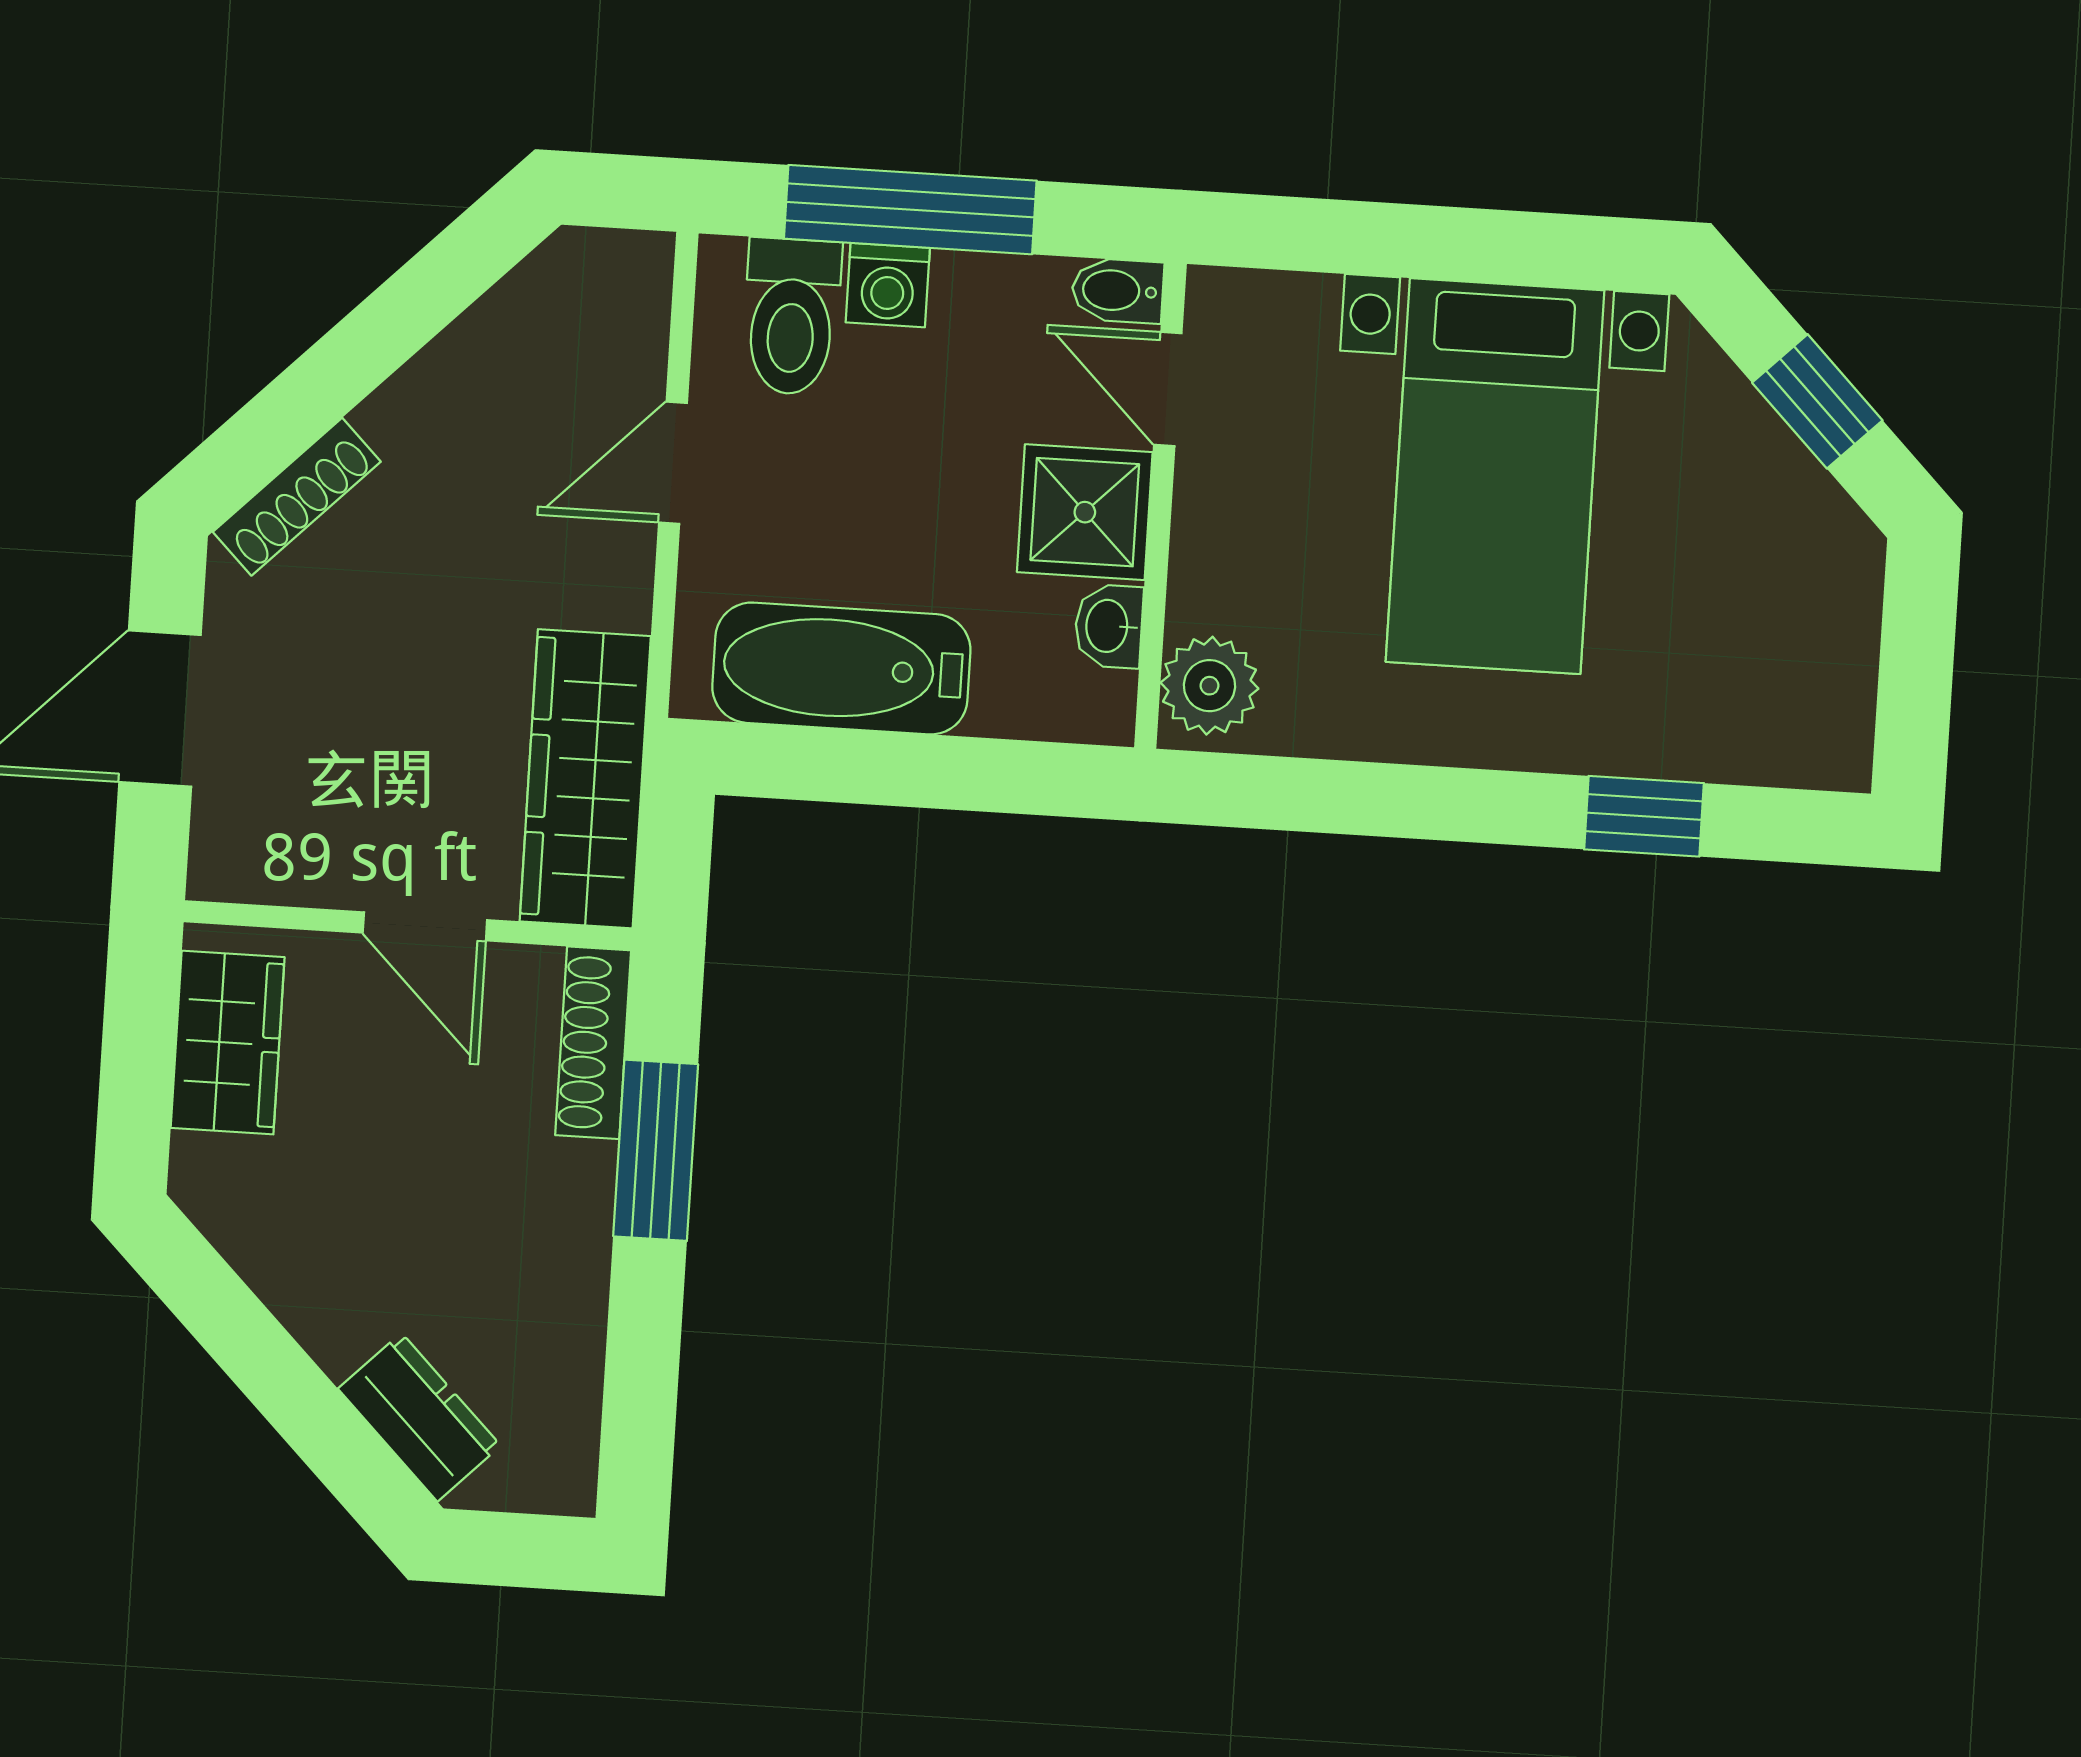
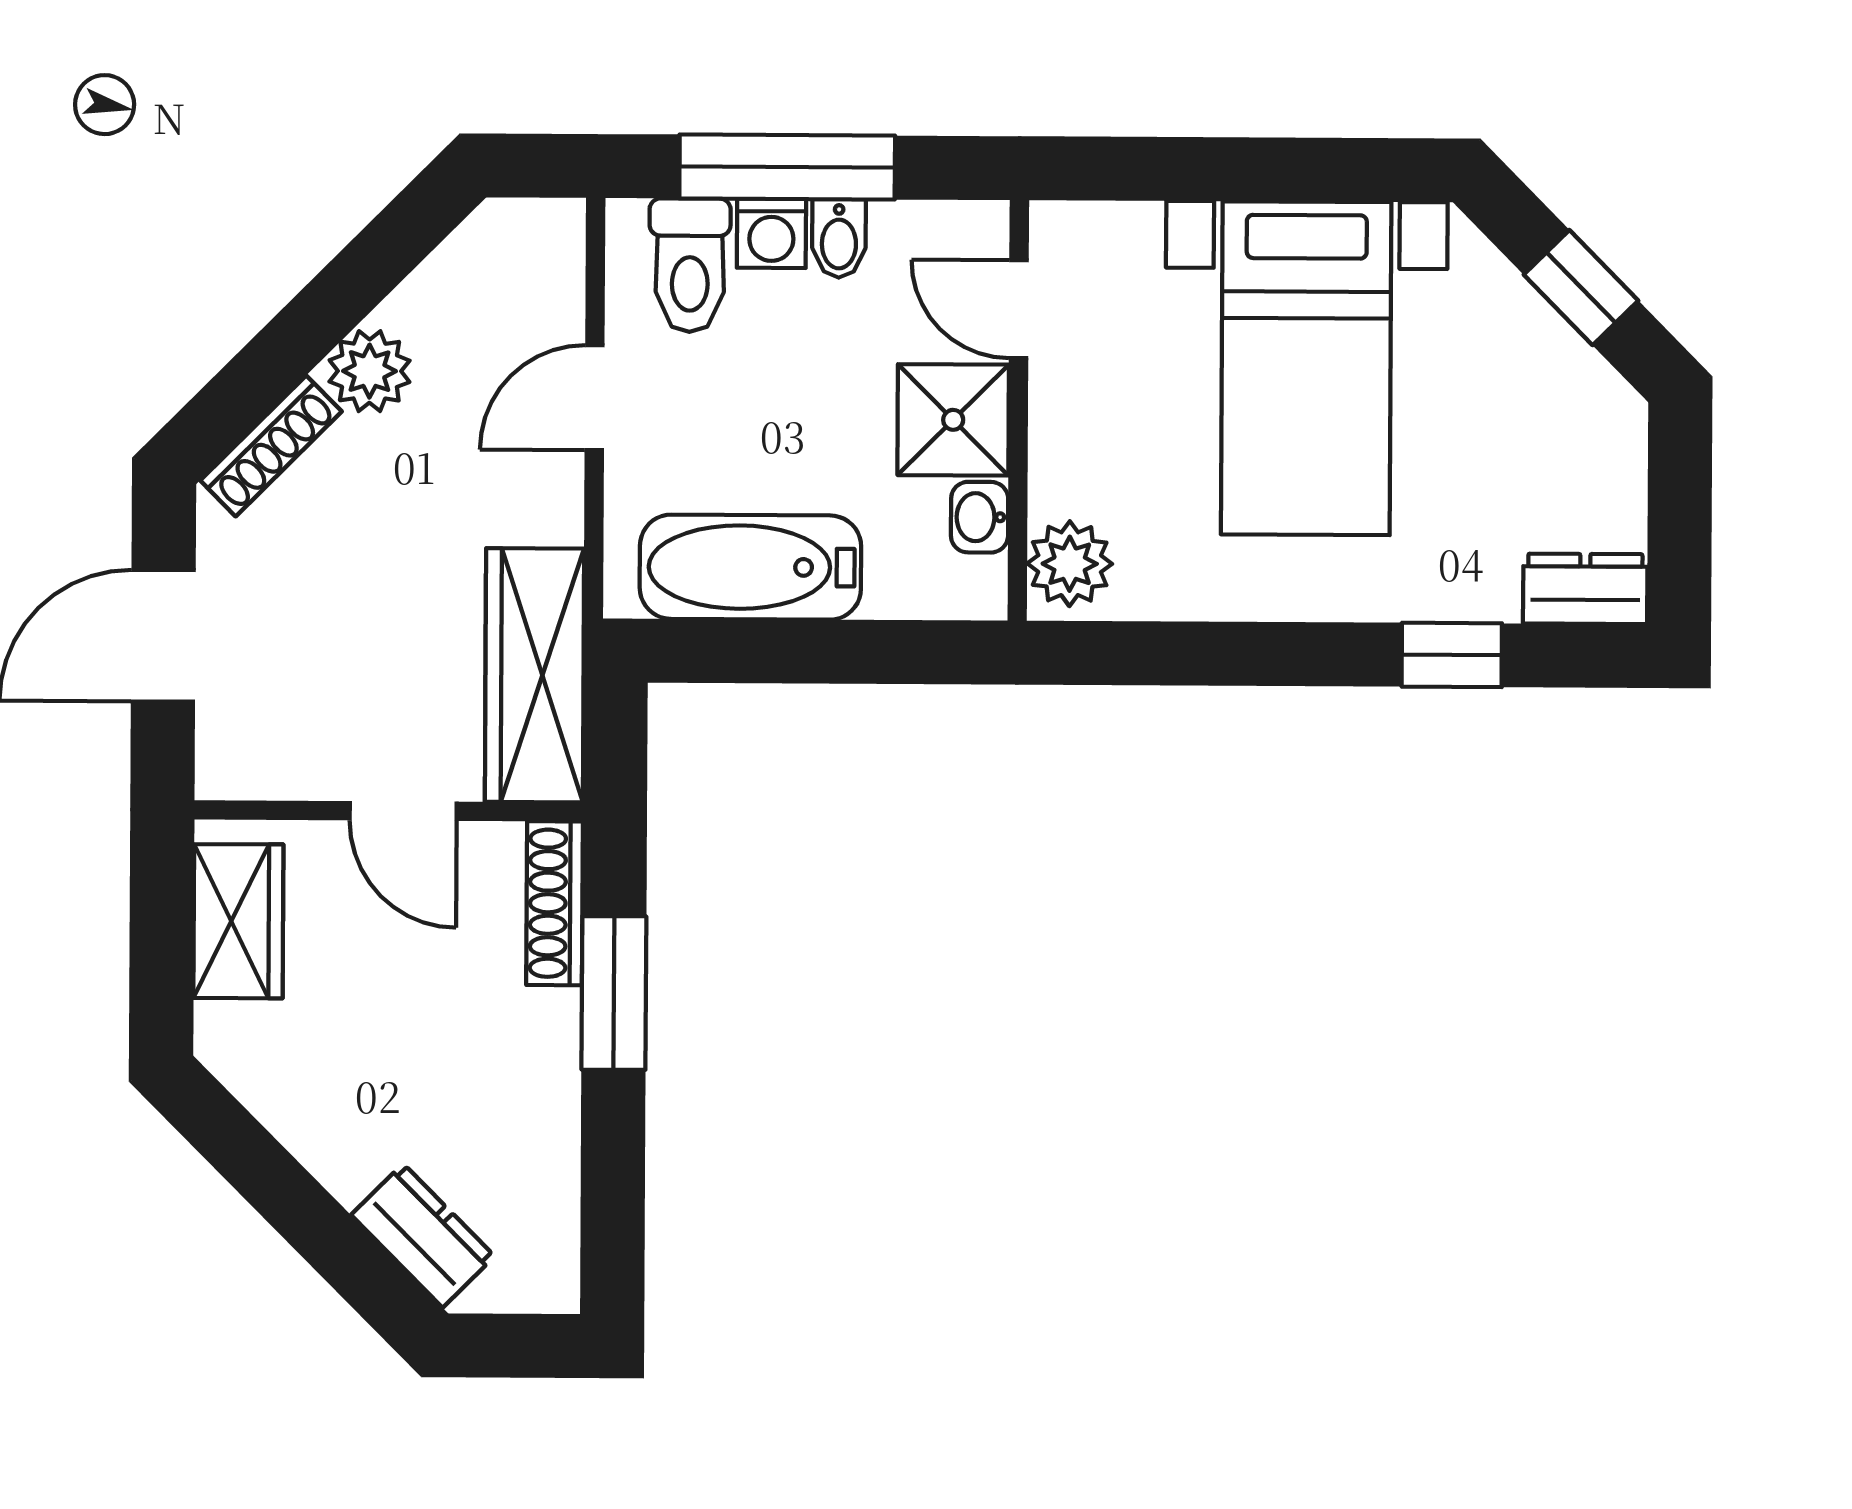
bidet: (1118, 291) -> (839, 238), moved, turned -90
plant: (415, 417) -> (370, 371), added
dresser: (1802, 749) -> (1585, 589), added

